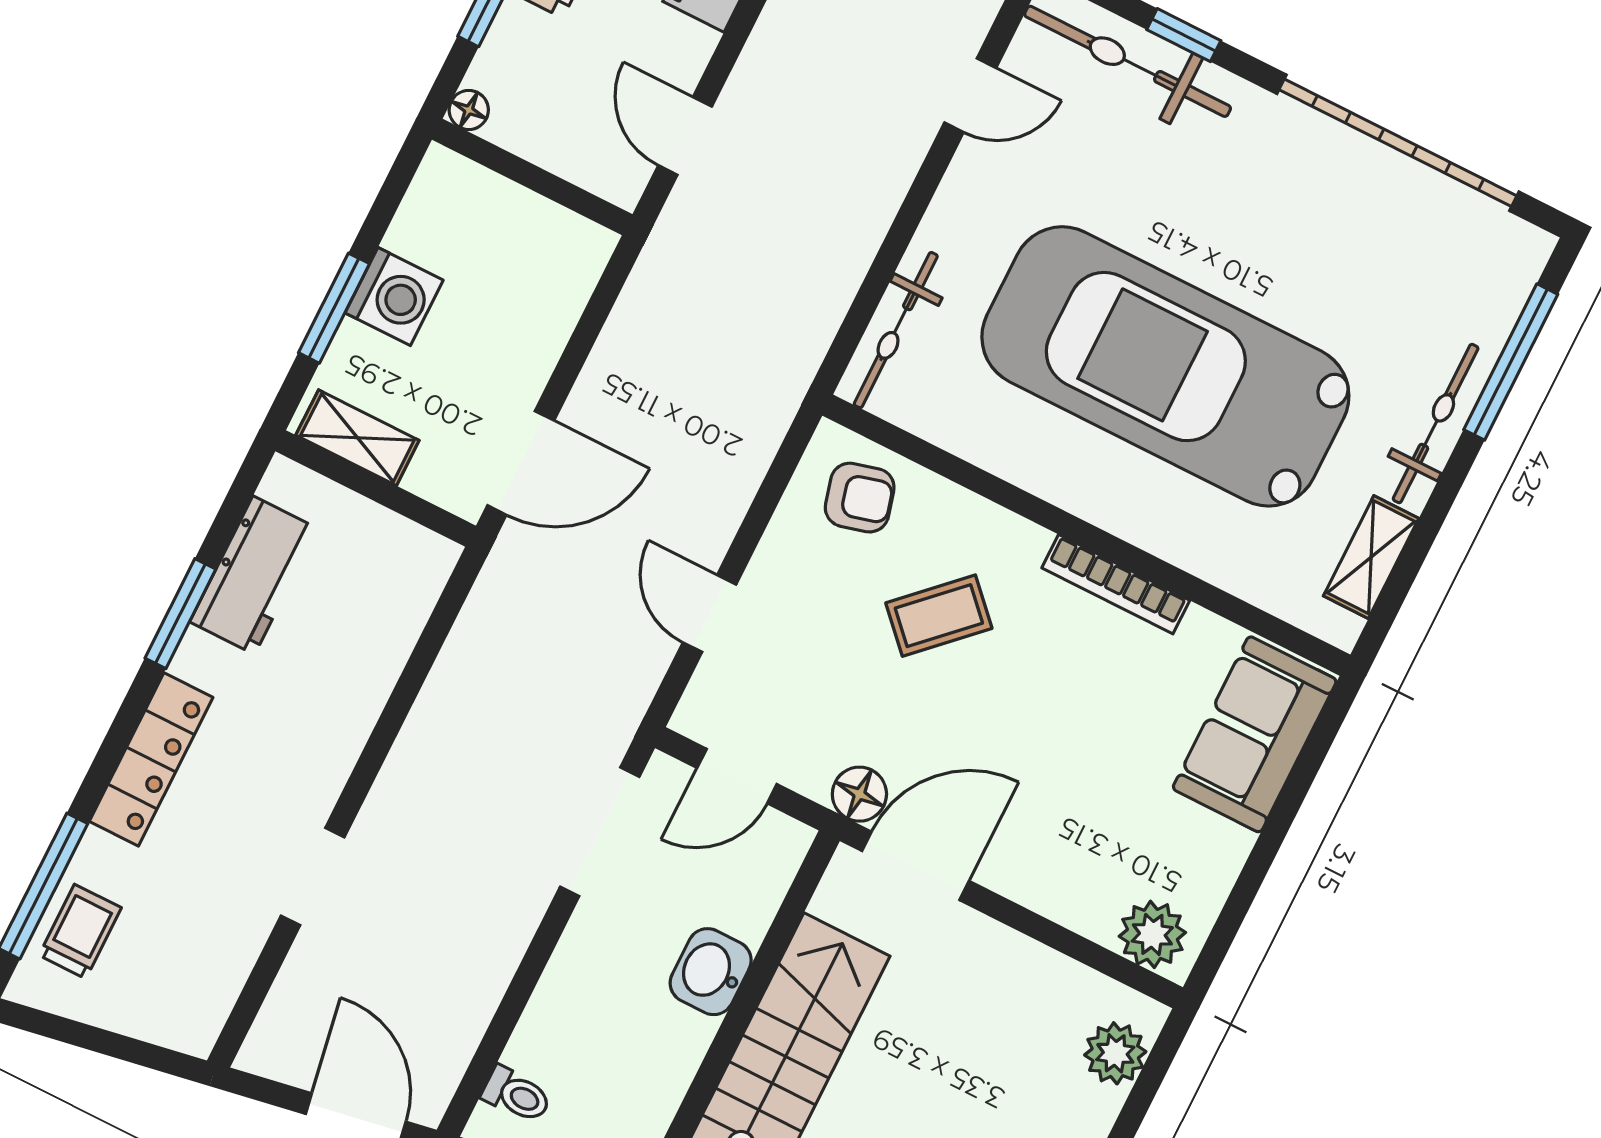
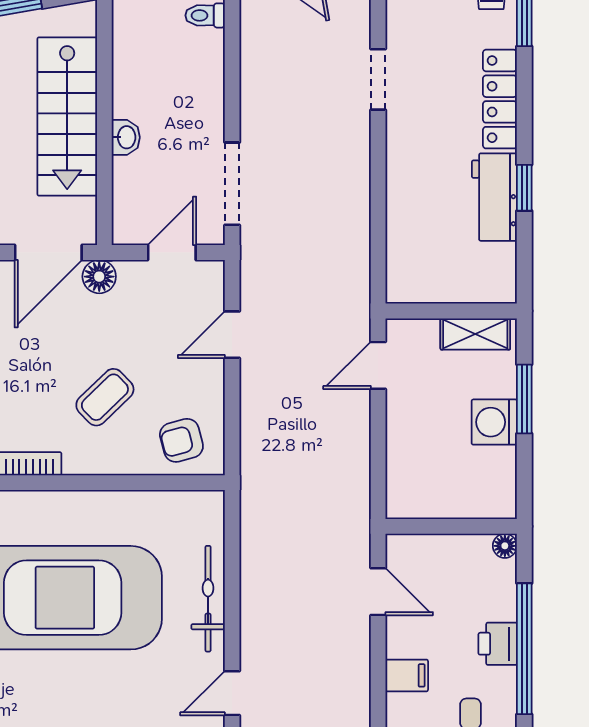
bicycle: (896, 330) -> (208, 599), moved
door: (521, 463) -> (378, 365), width x0.73
workbench: (254, 575) -> (494, 197), moved
door: (710, 613) -> (232, 335), swing flipped
window: (180, 614) -> (524, 188), width x0.67
washbasin: (711, 972) -> (126, 137), width x0.72, depth x0.69

